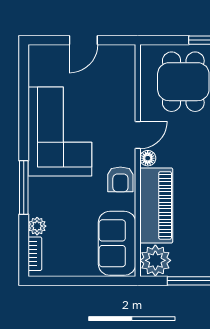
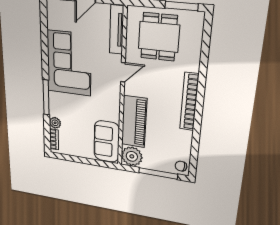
tv unit: (127, 78) -> (117, 30), added
floor lamp: (148, 158) -> (130, 89), removed
armchair: (120, 179) -> (110, 101), removed

